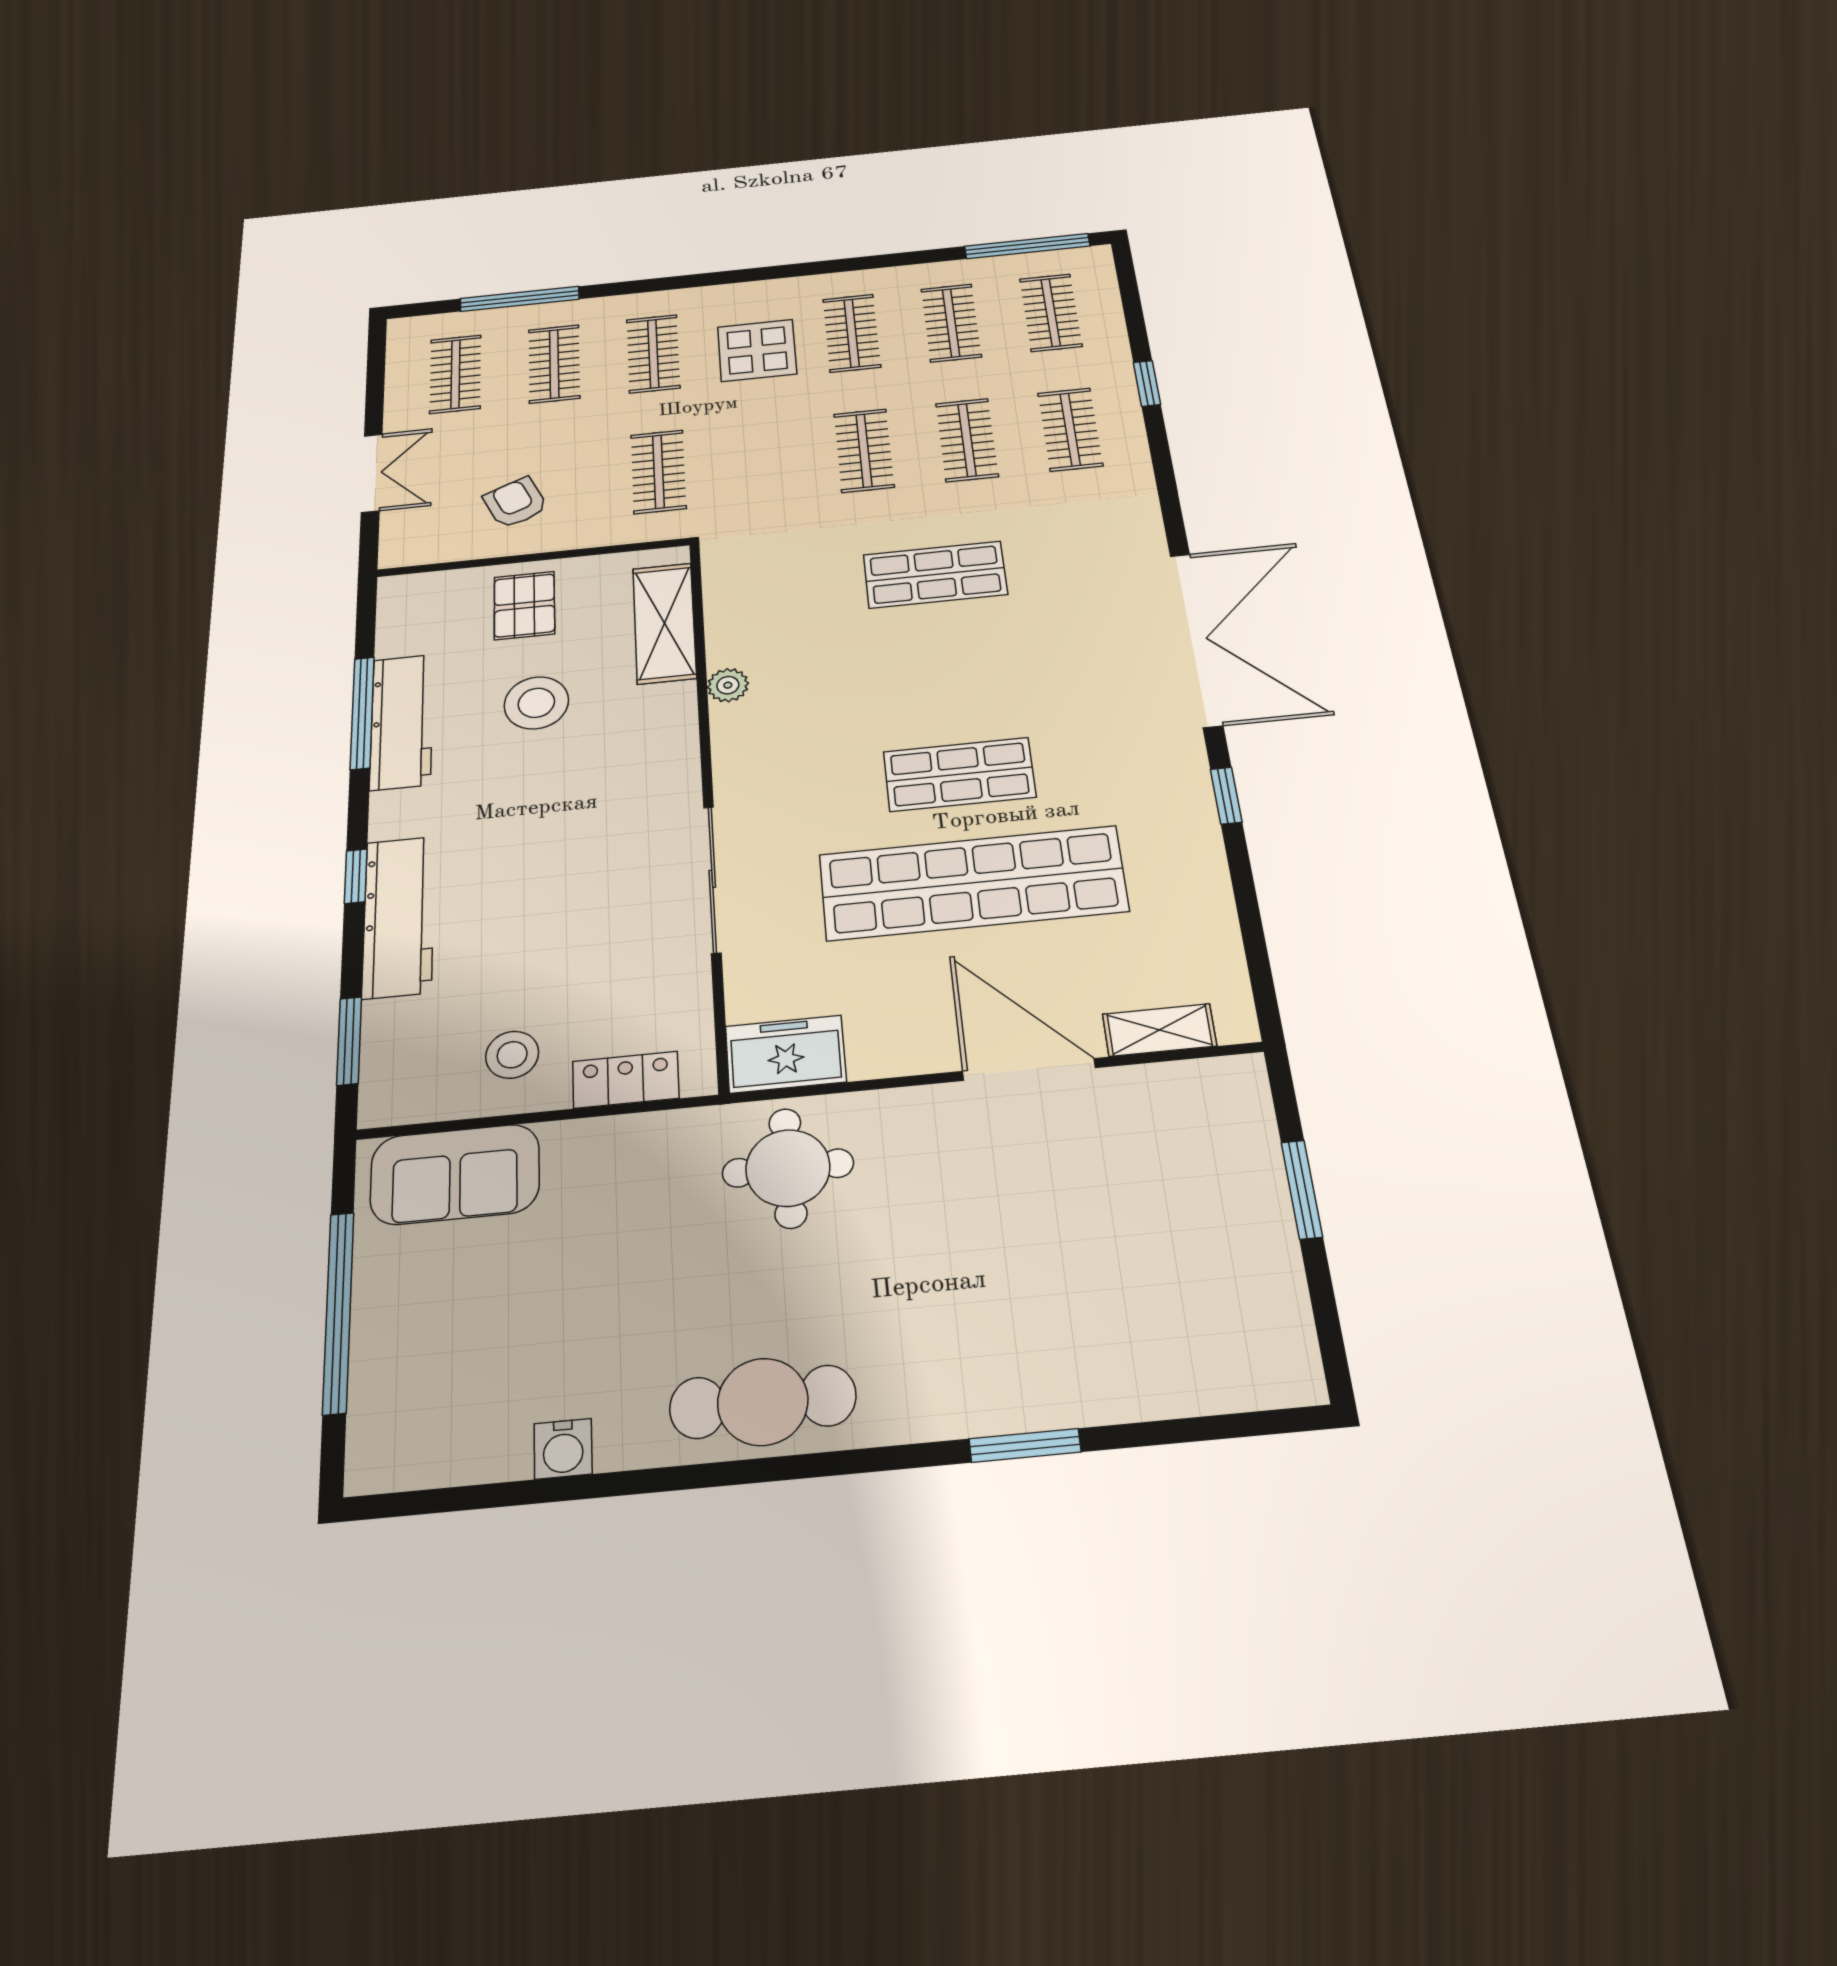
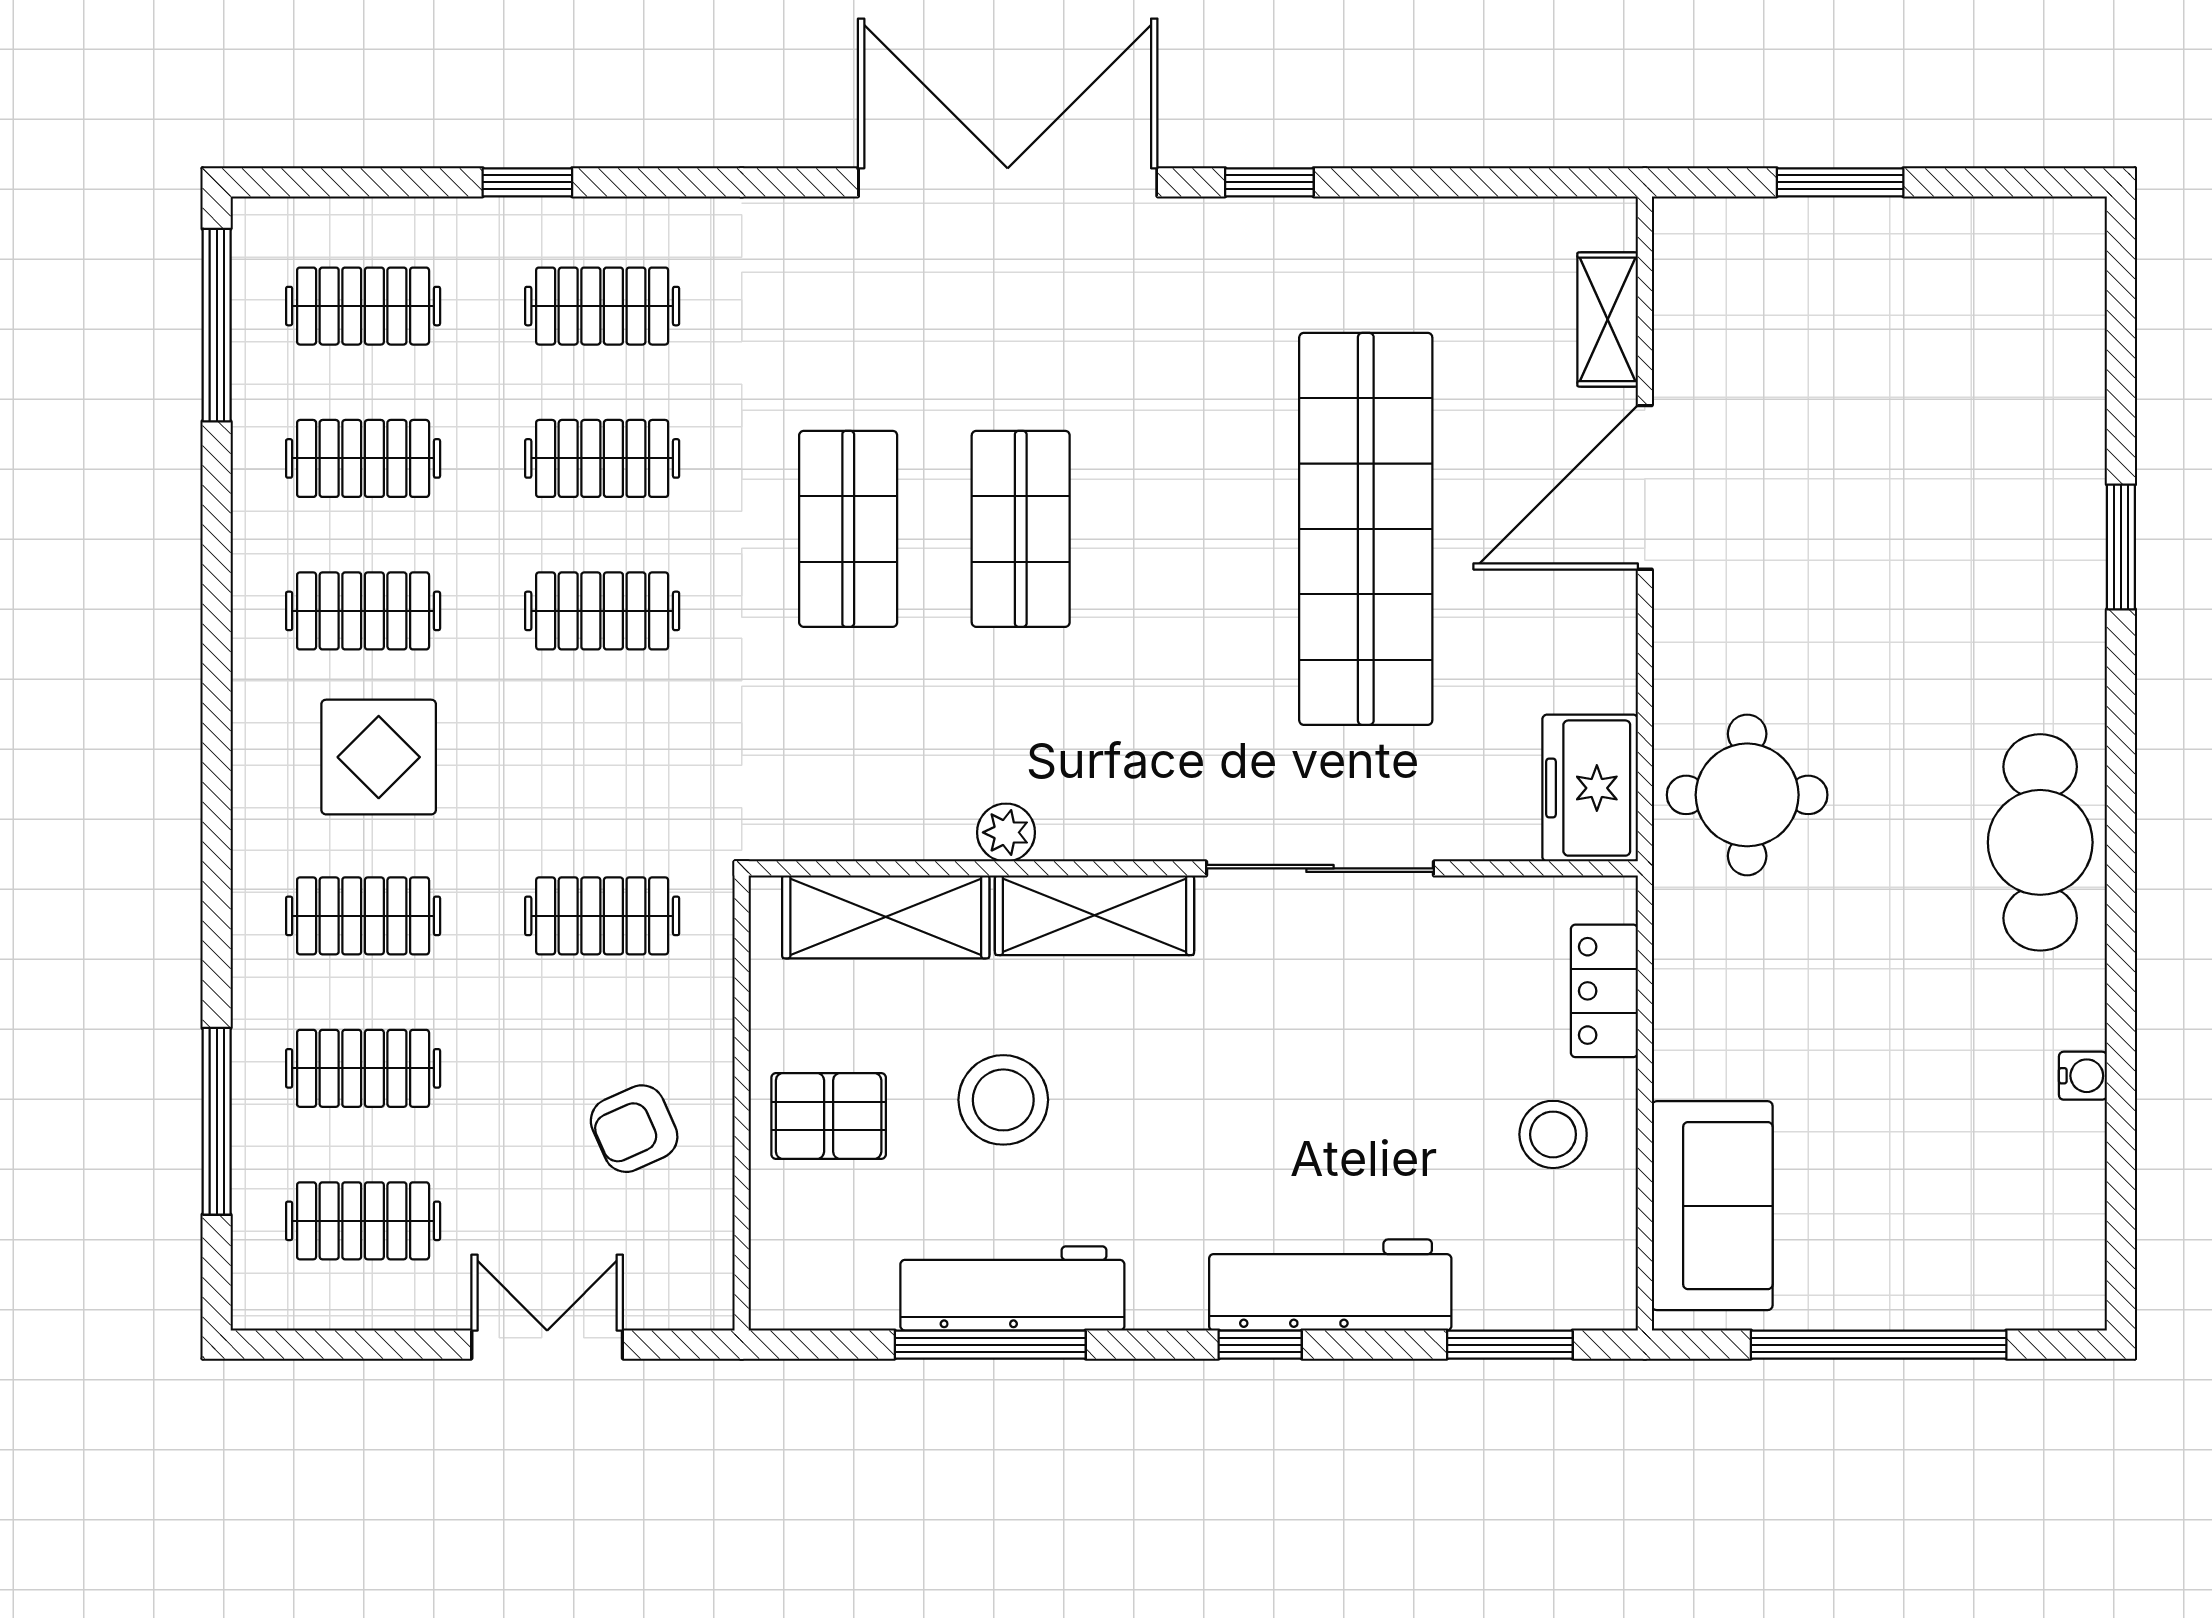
shelving: (671, 743) -> (1095, 915), added
shop shelf: (959, 774) -> (1021, 529), moved
water cooler: (563, 1449) -> (2083, 1076), width x0.72, depth x0.72

